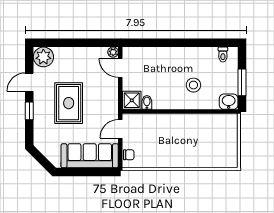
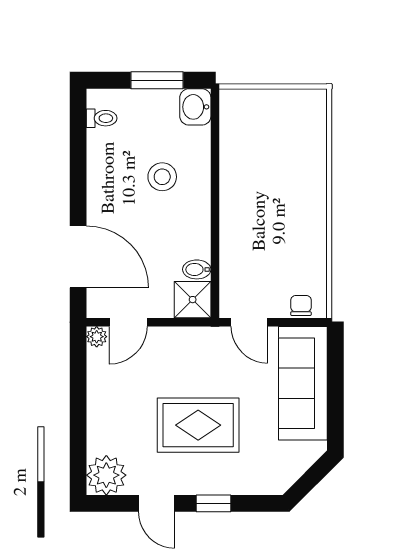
door: (153, 43) -> (78, 257), added

